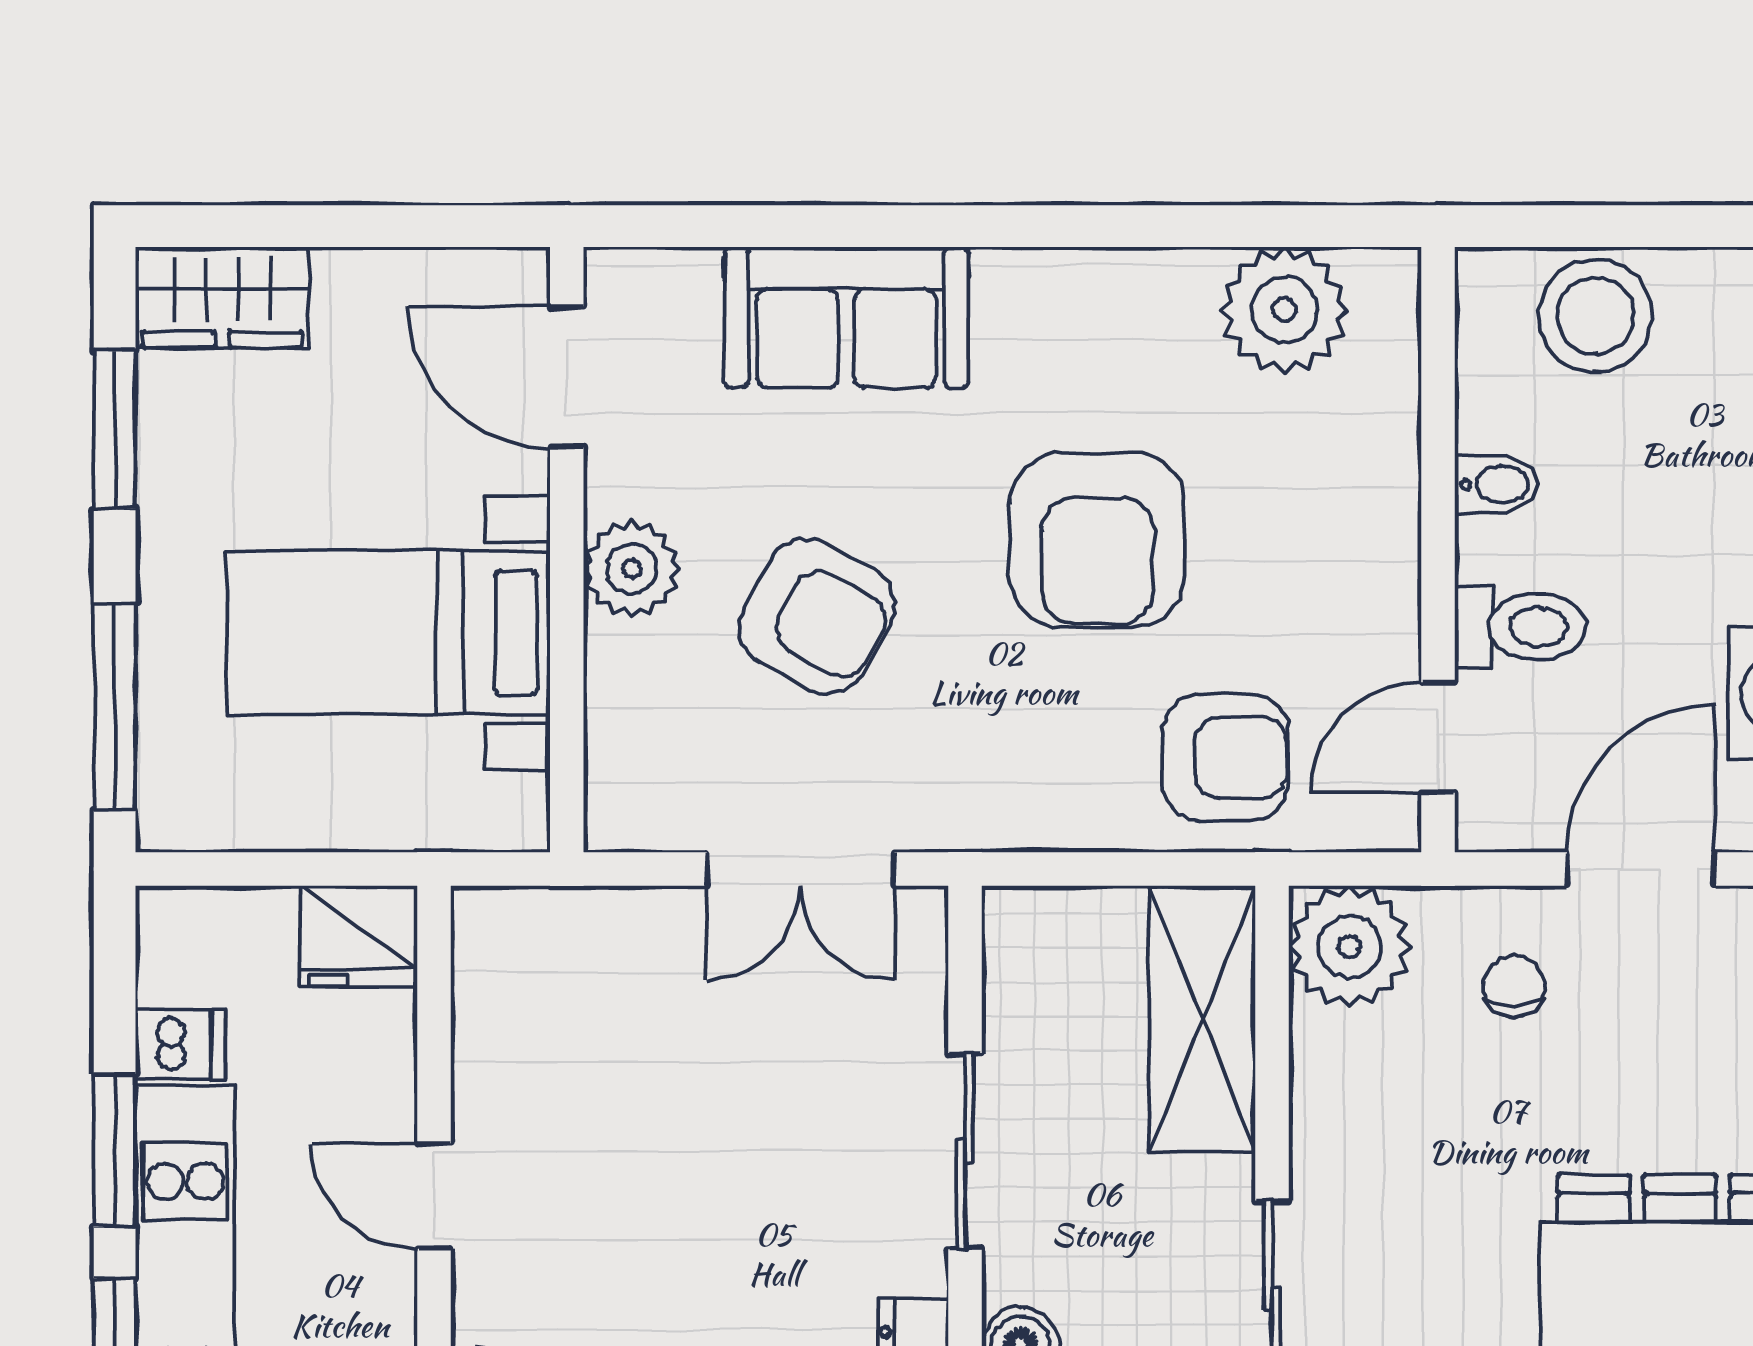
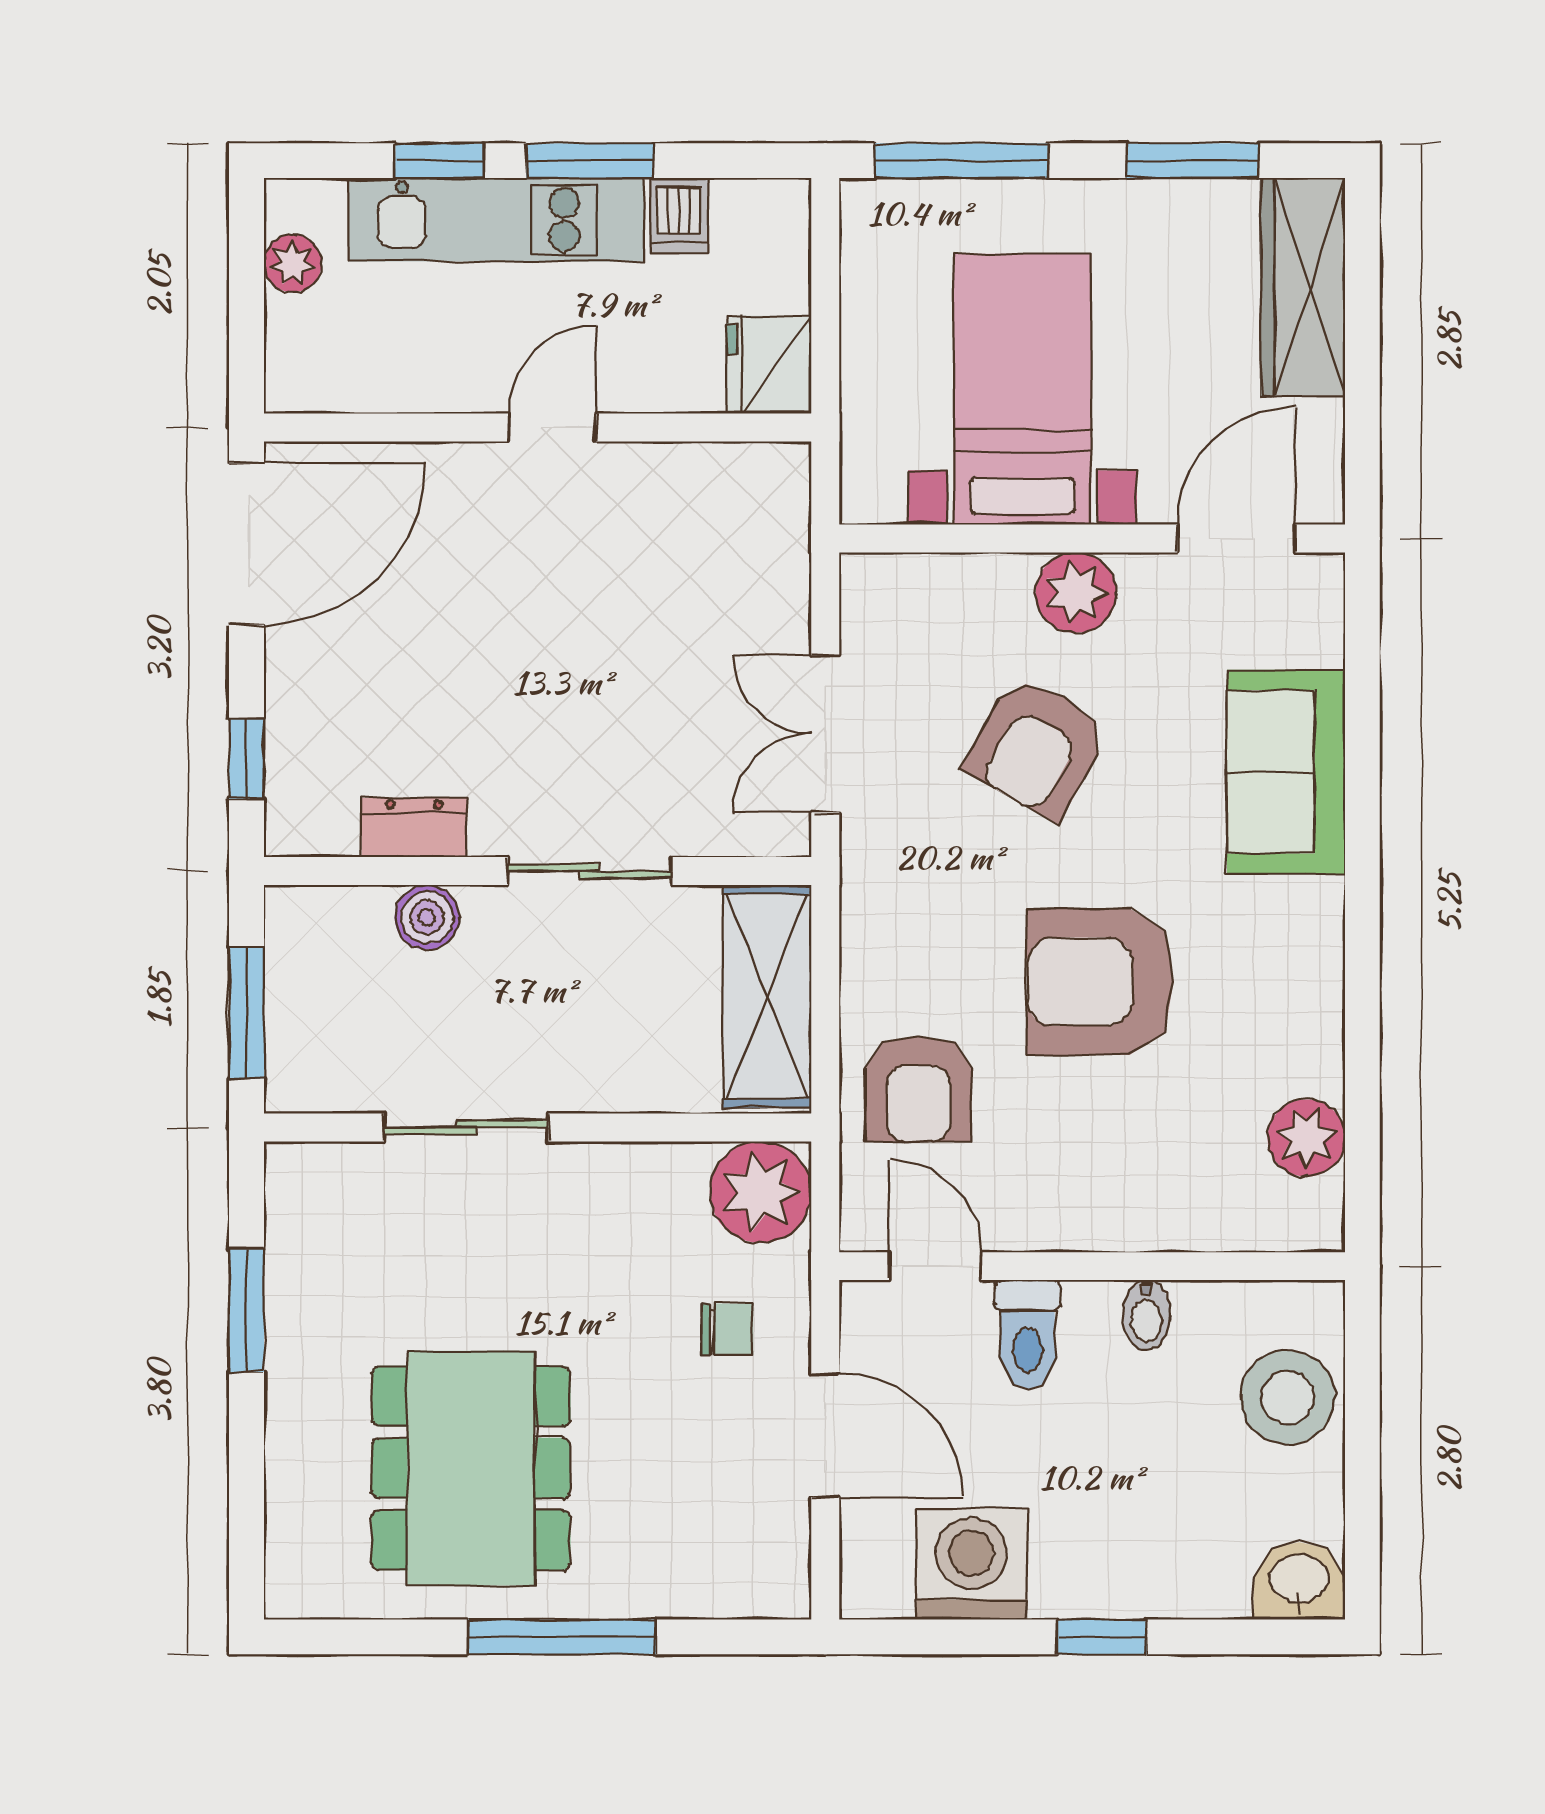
wardrobe: (222, 297) -> (1303, 287), width x1.50
plant: (1285, 310) -> (1306, 1138), width x0.73, depth x0.73
shelving: (1202, 1019) -> (767, 996), moved, turned 90

